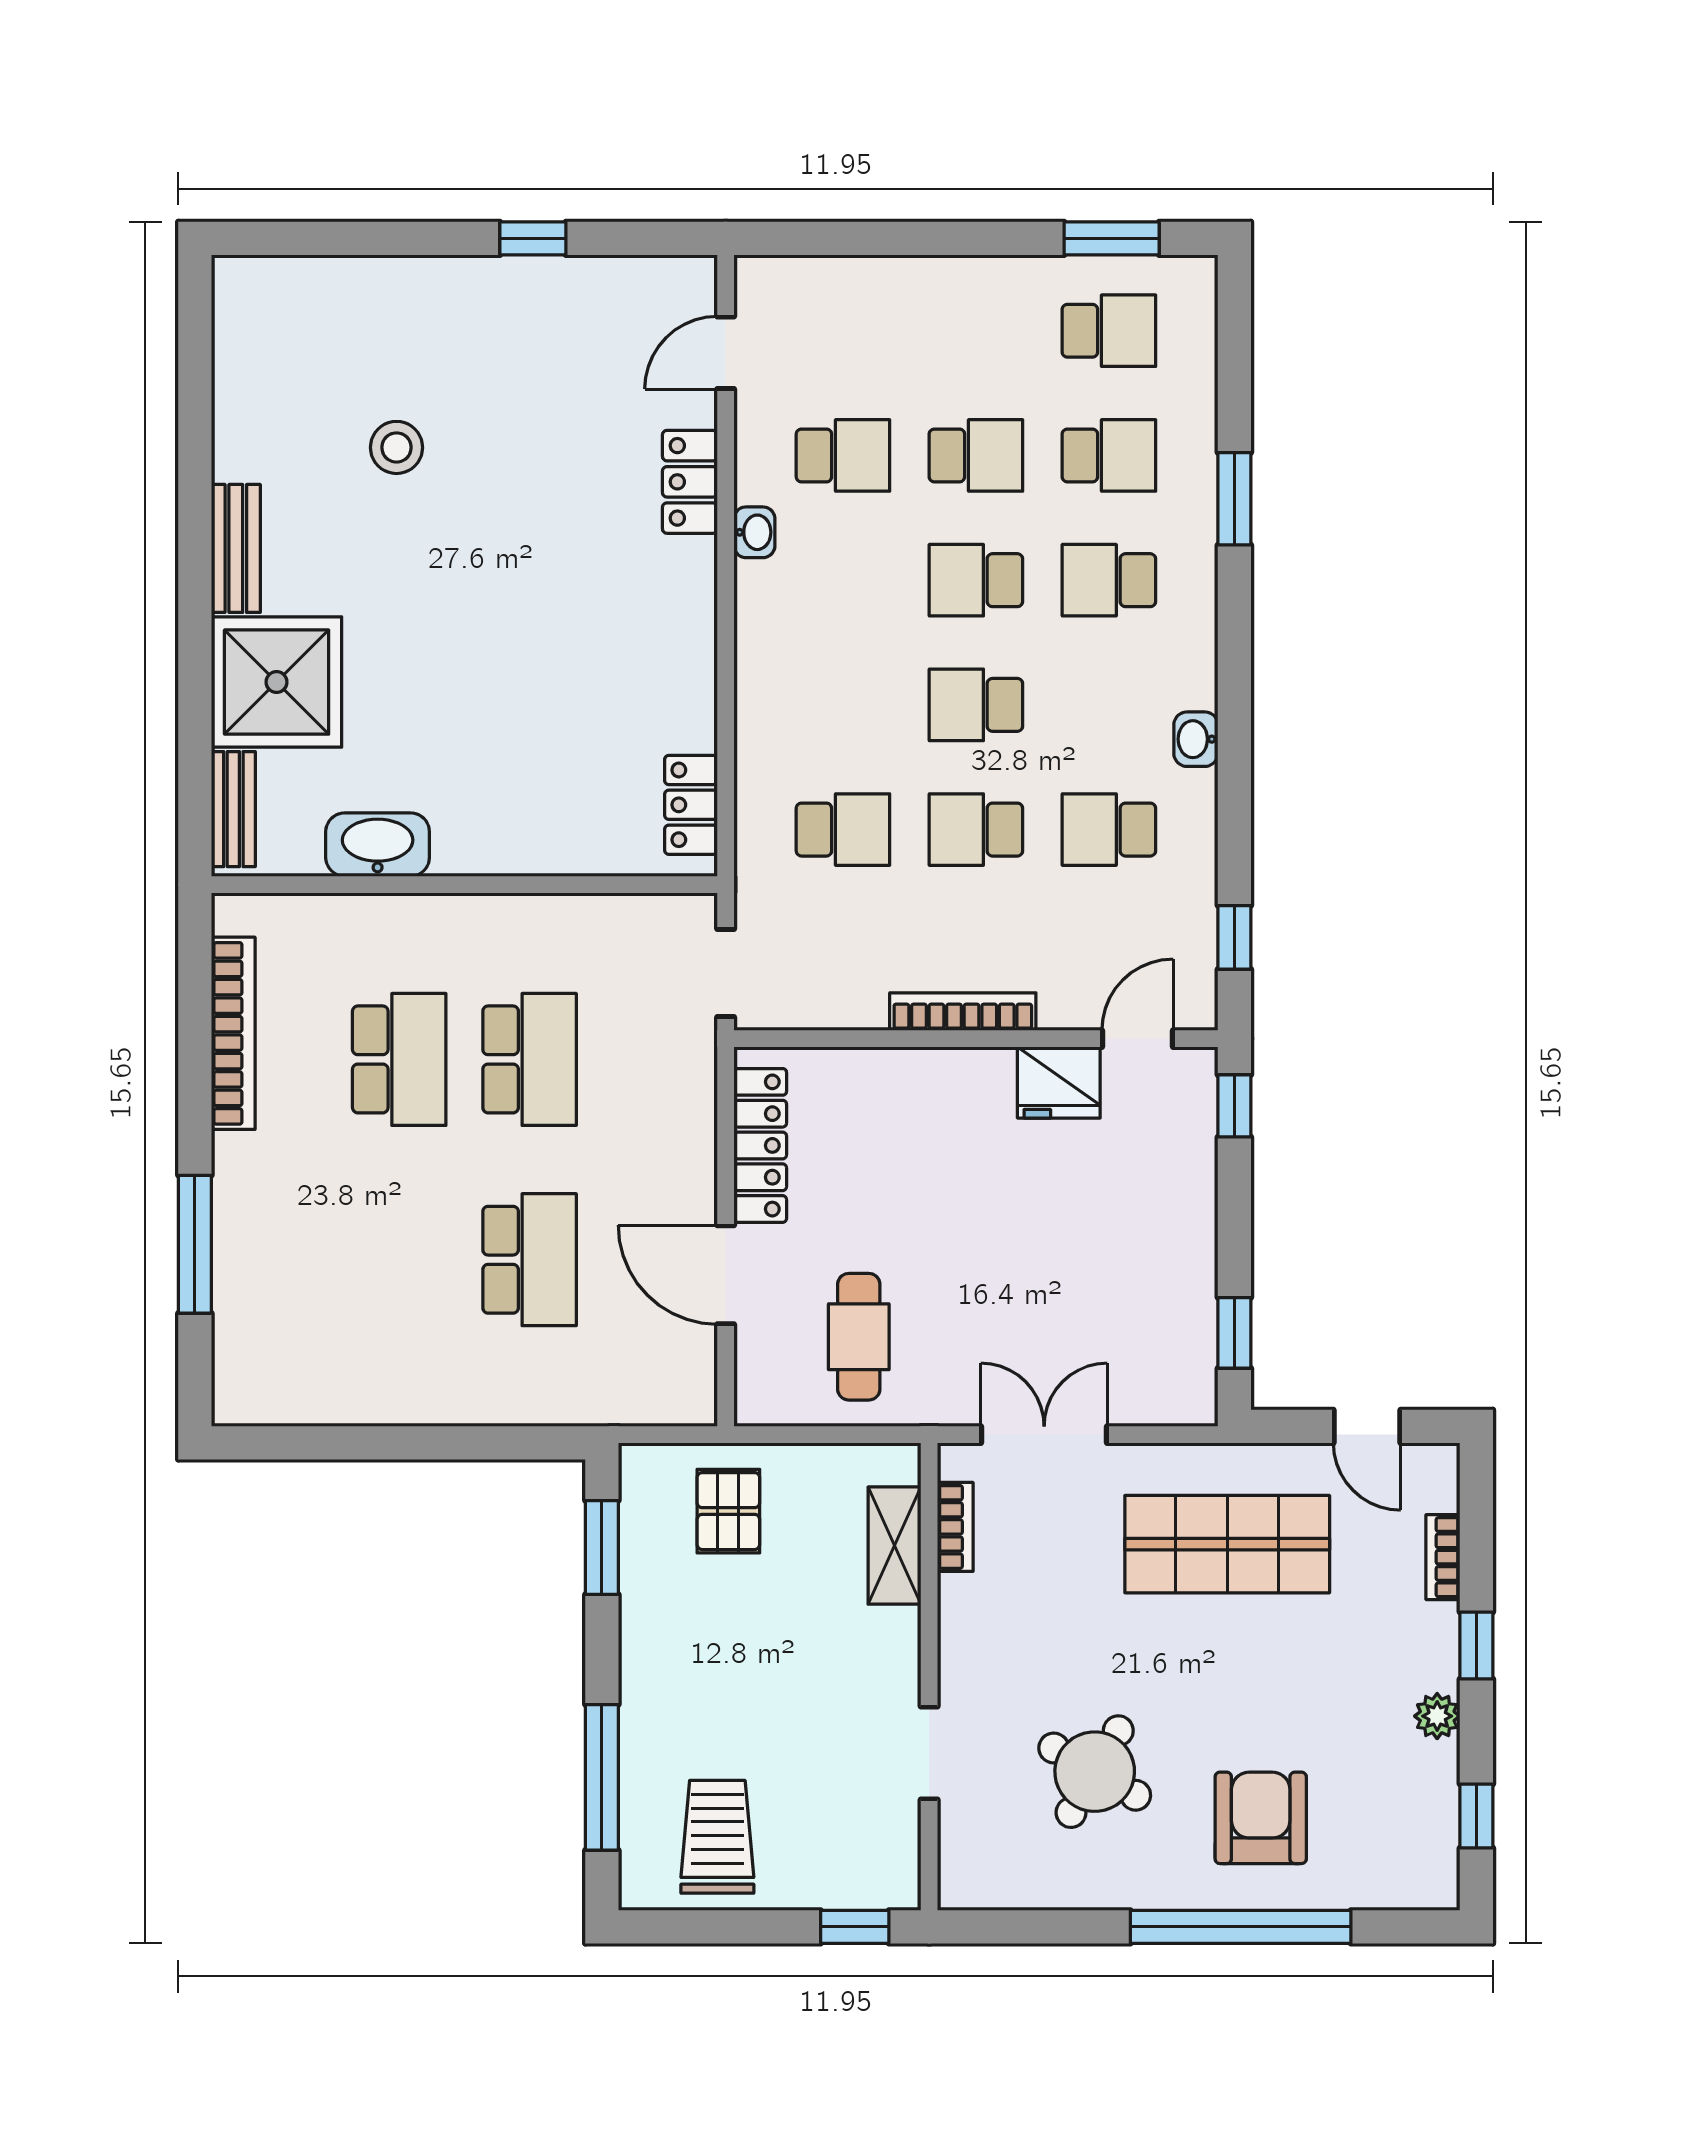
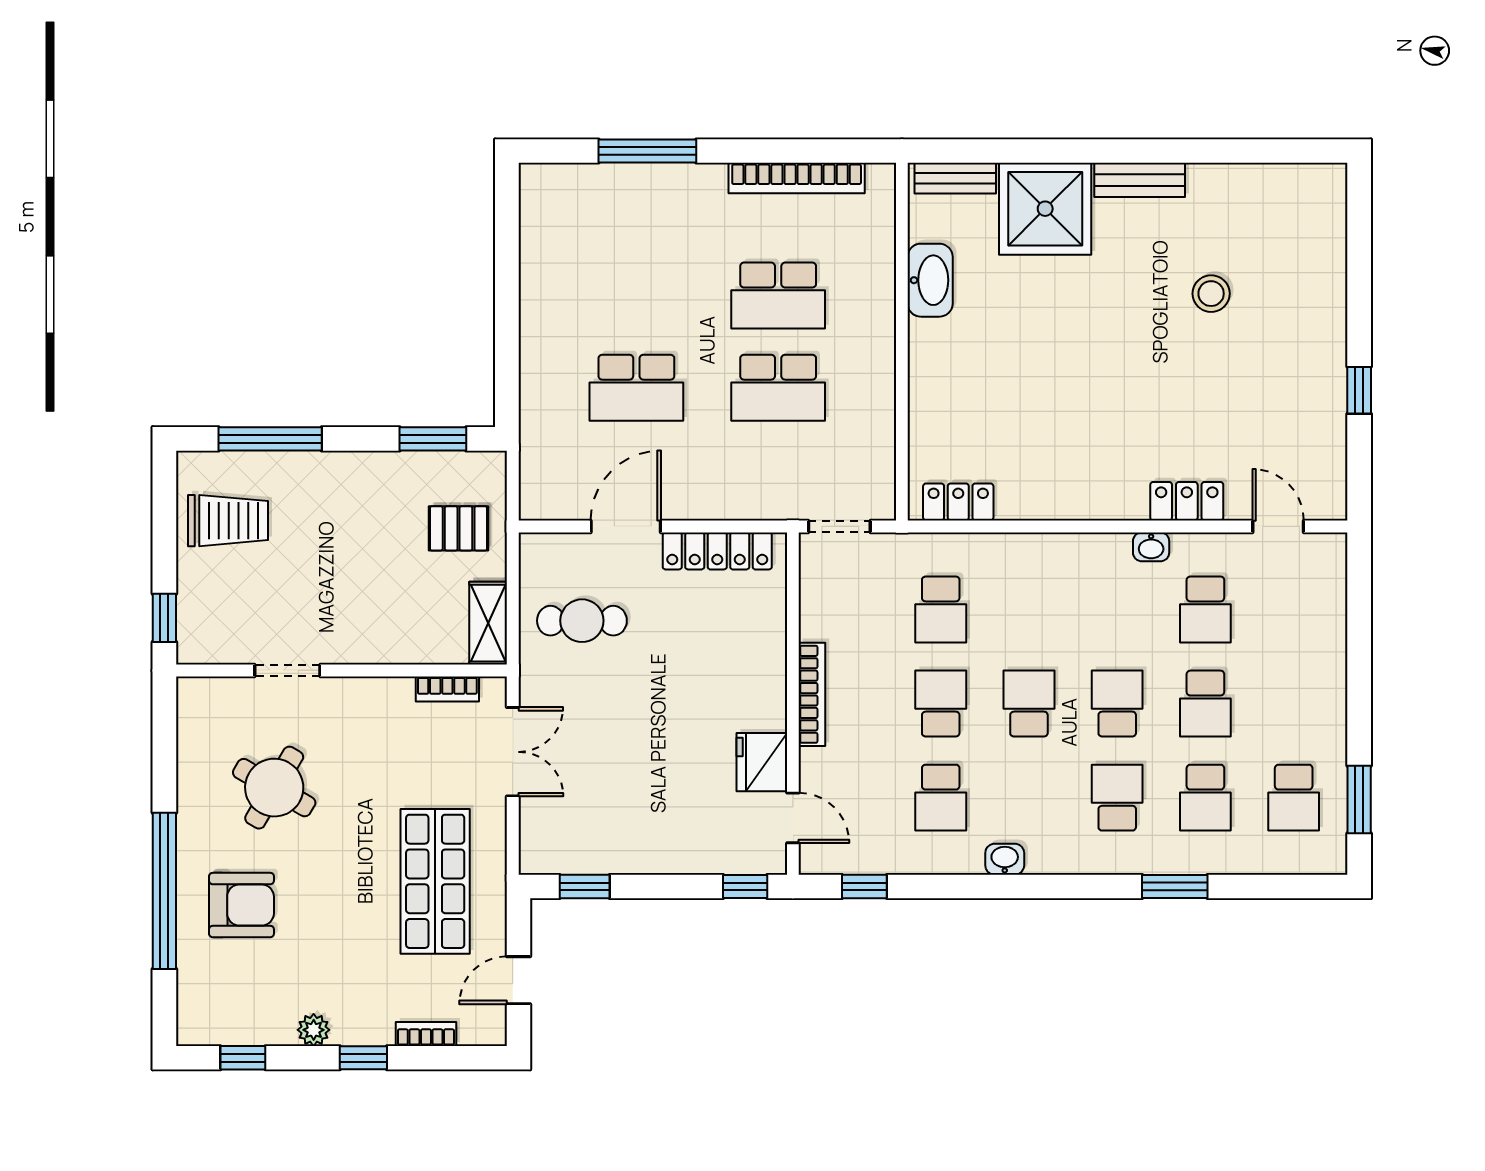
school desk: (1109, 830) -> (941, 798), turned 180
shelving: (895, 1546) -> (488, 623), moved, turned 90

